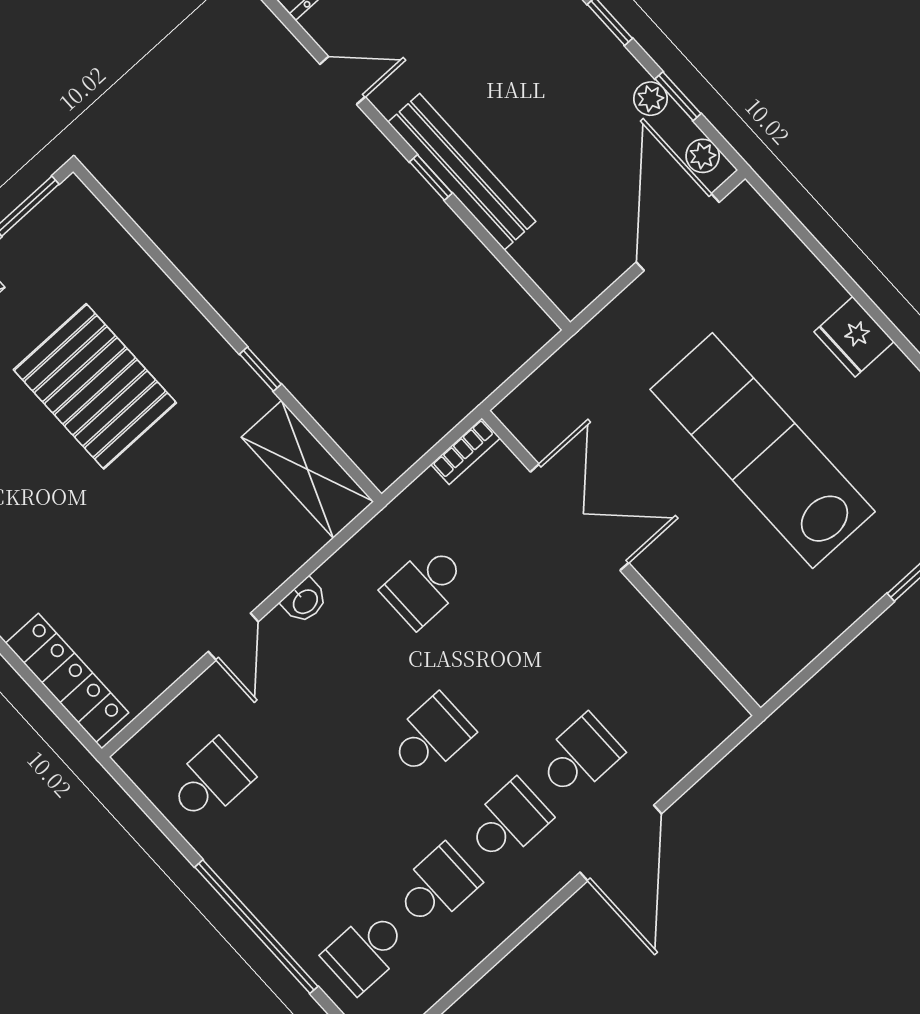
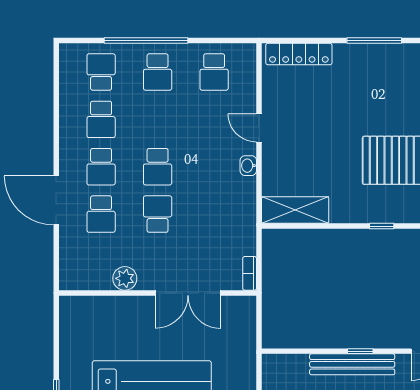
window: (260, 369) -> (382, 226), moved
school desk: (425, 586) -> (158, 214), moved
plant: (644, 632) -> (125, 278), added
school desk: (288, 866) -> (158, 72), added

